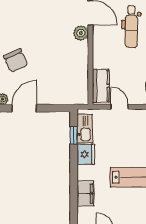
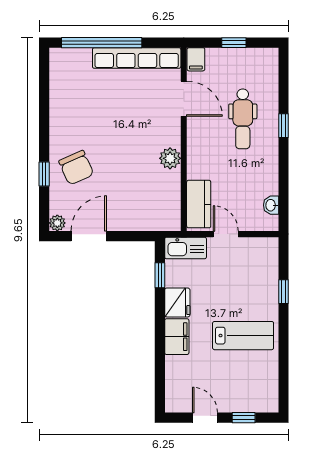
plant: (81, 33) -> (170, 158), moved
kitchen sink: (85, 129) -> (186, 248), moved, turned 90
filing cabinet: (86, 193) -> (177, 337), moved

